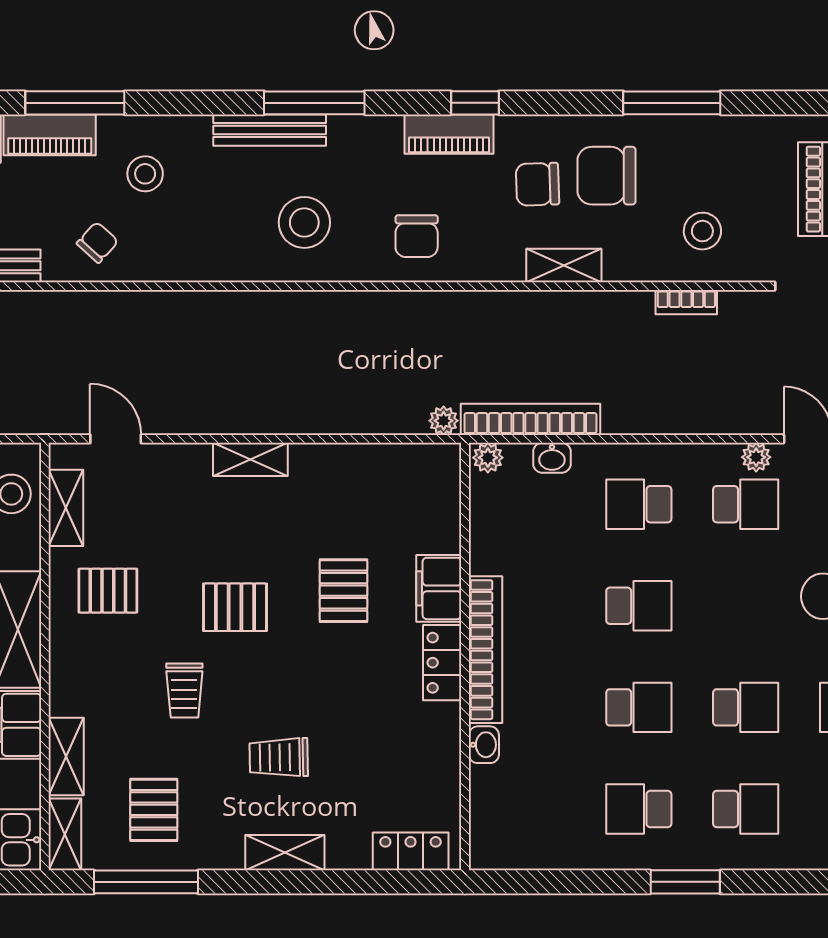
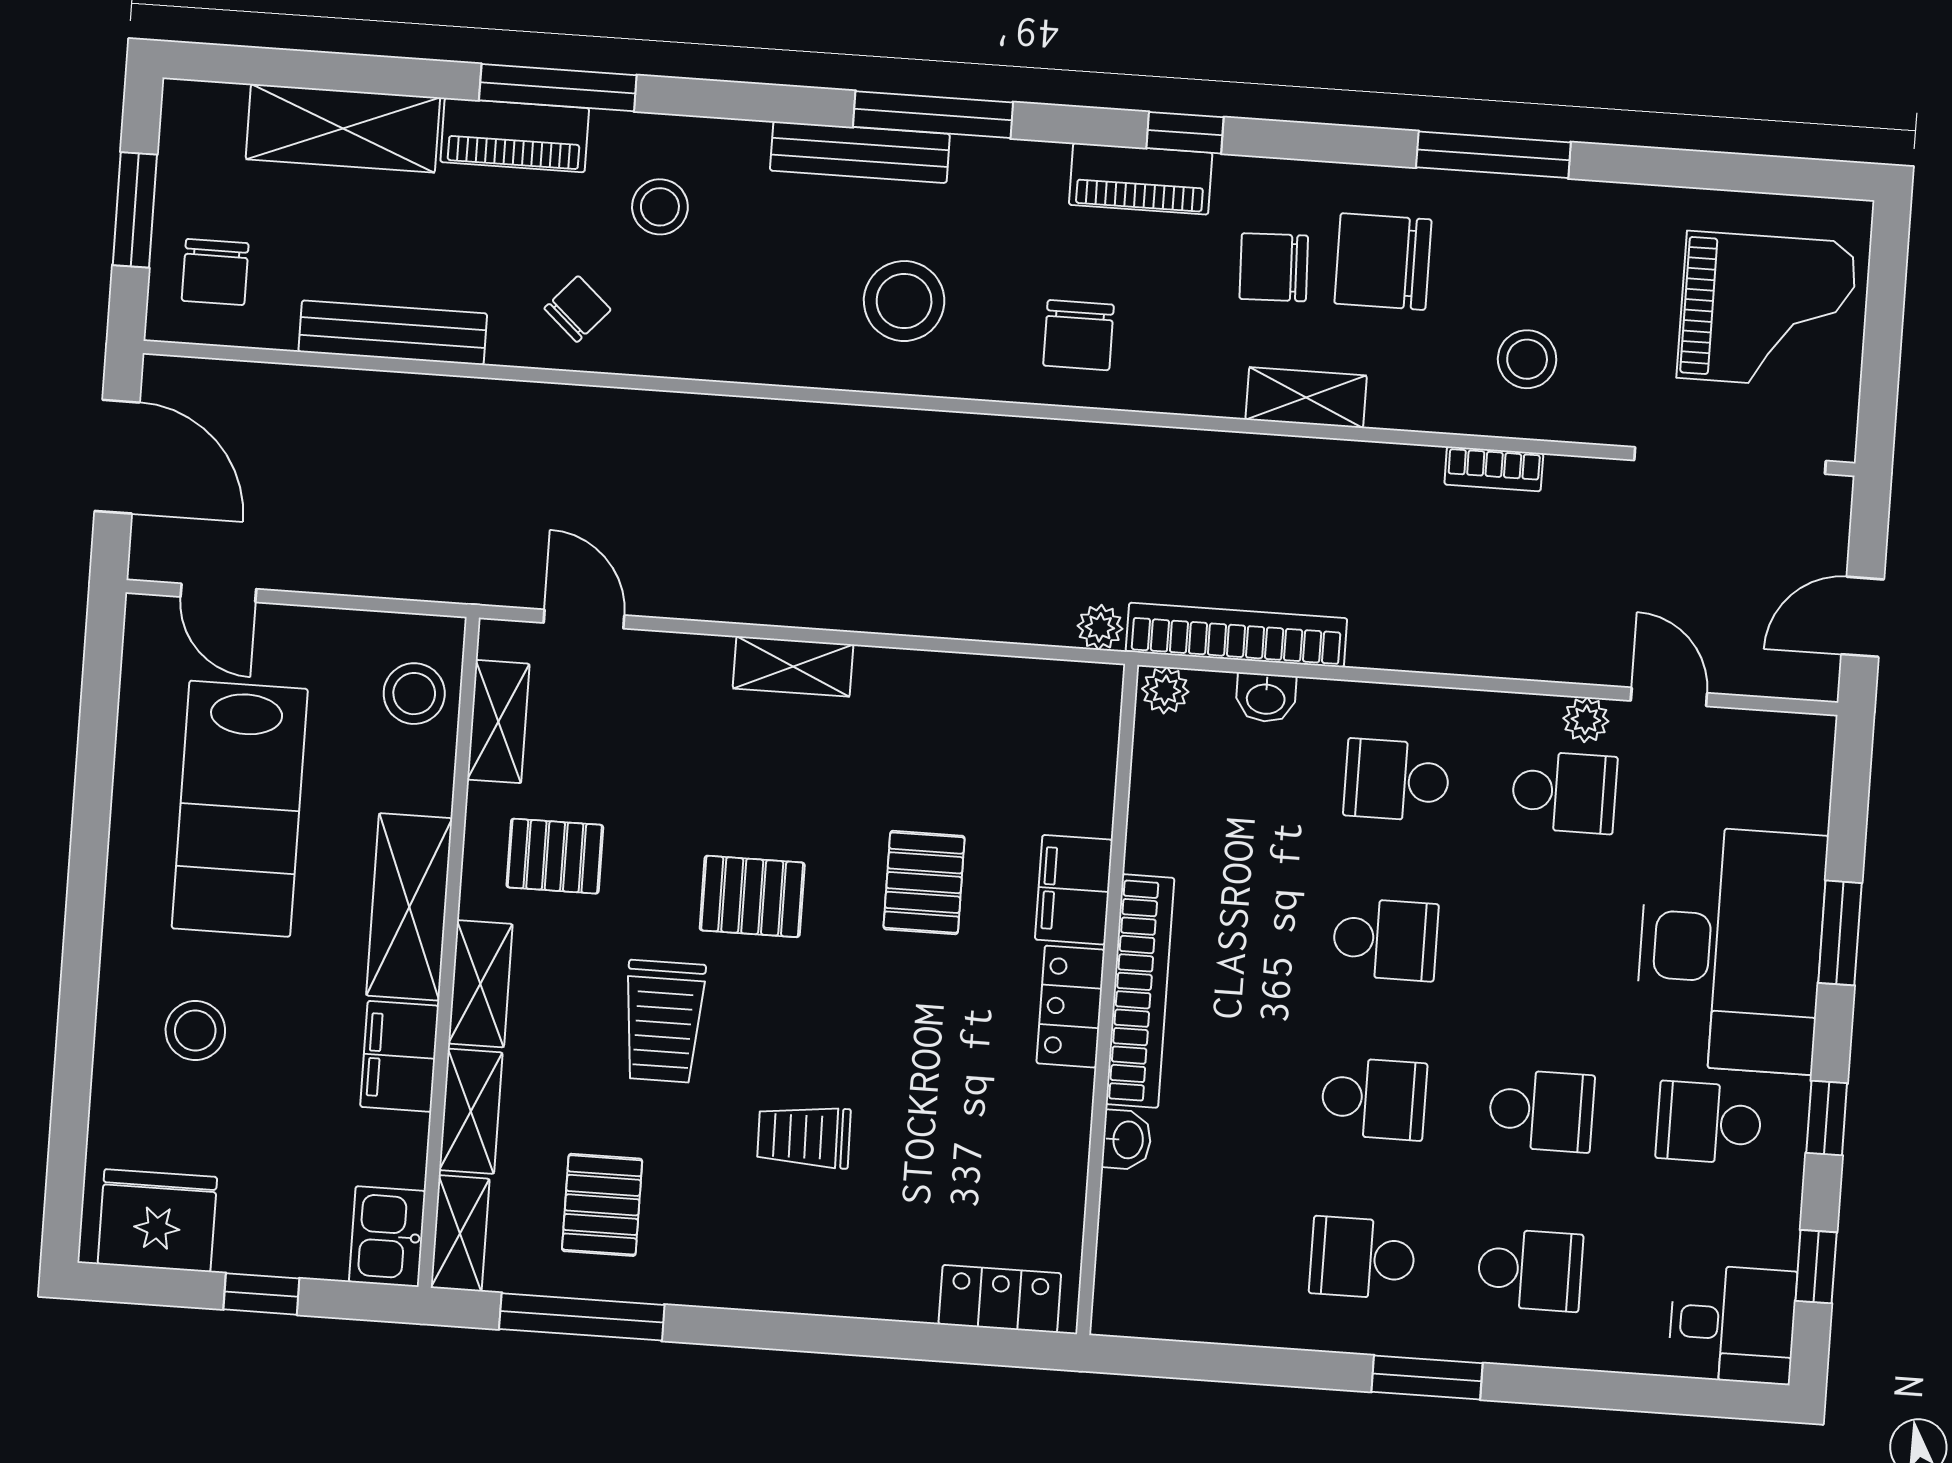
trolley: (184, 691) -> (663, 1021), width x1.36, depth x1.39
shelving: (285, 853) -> (480, 984), moved, turned 90

